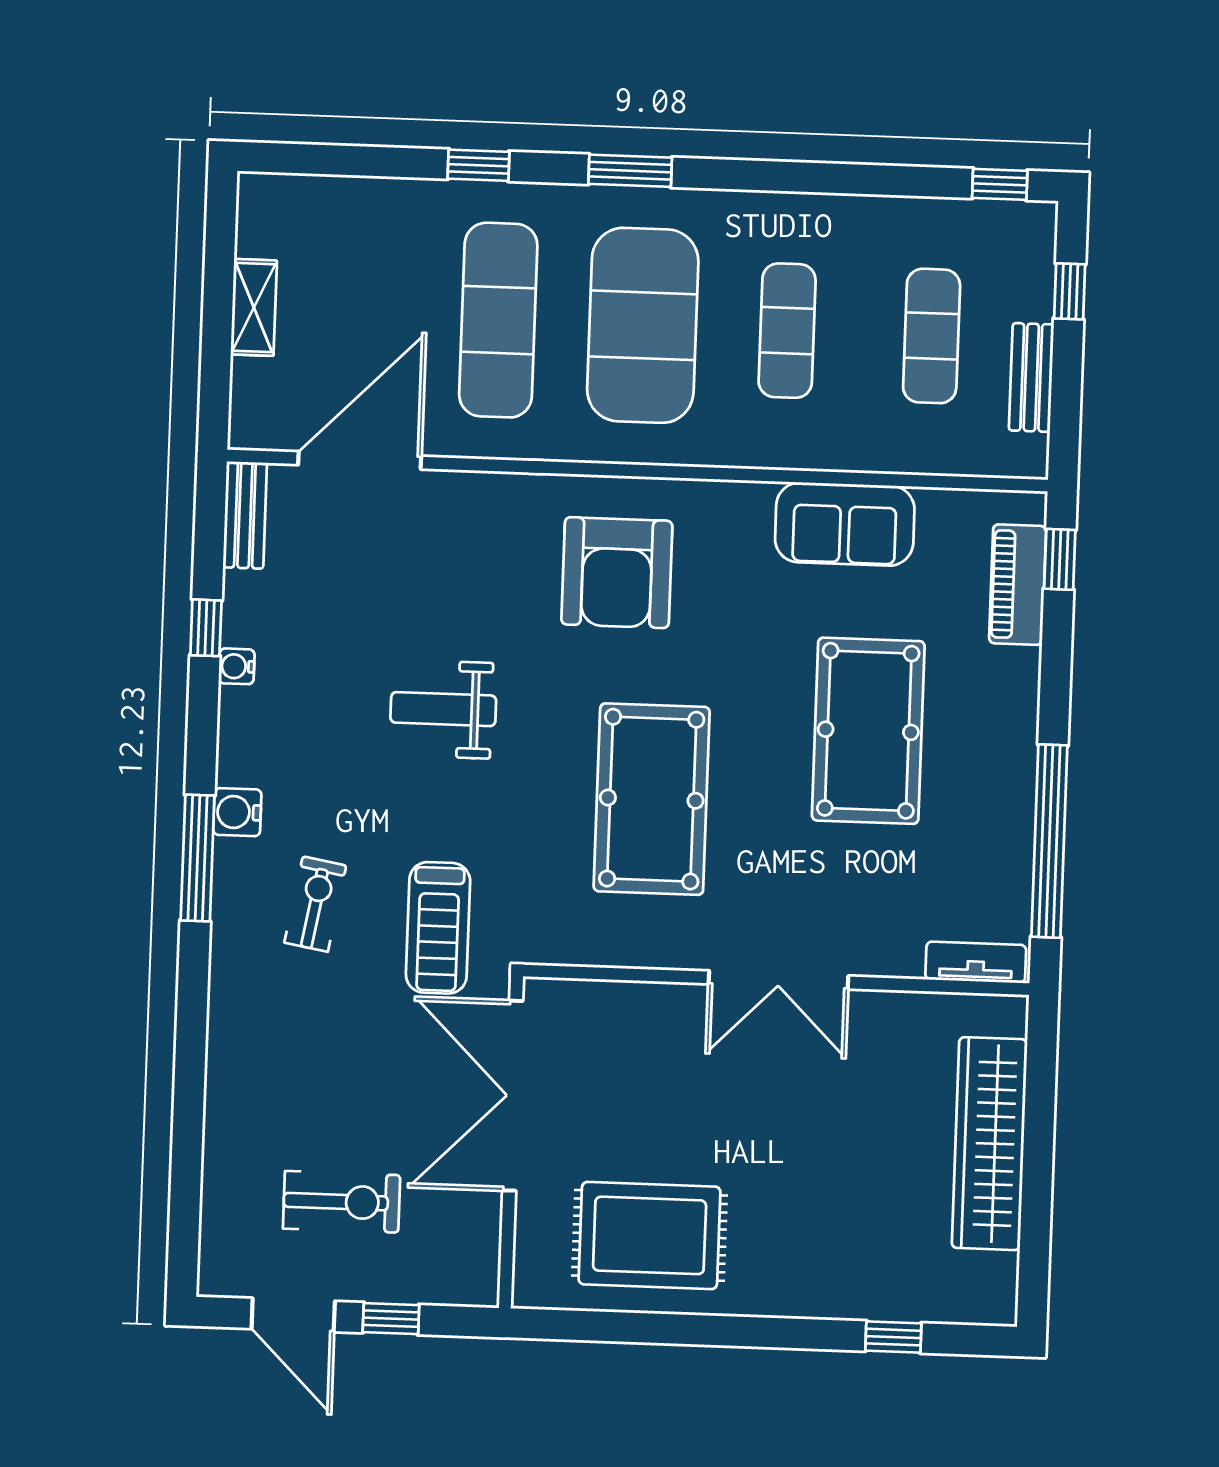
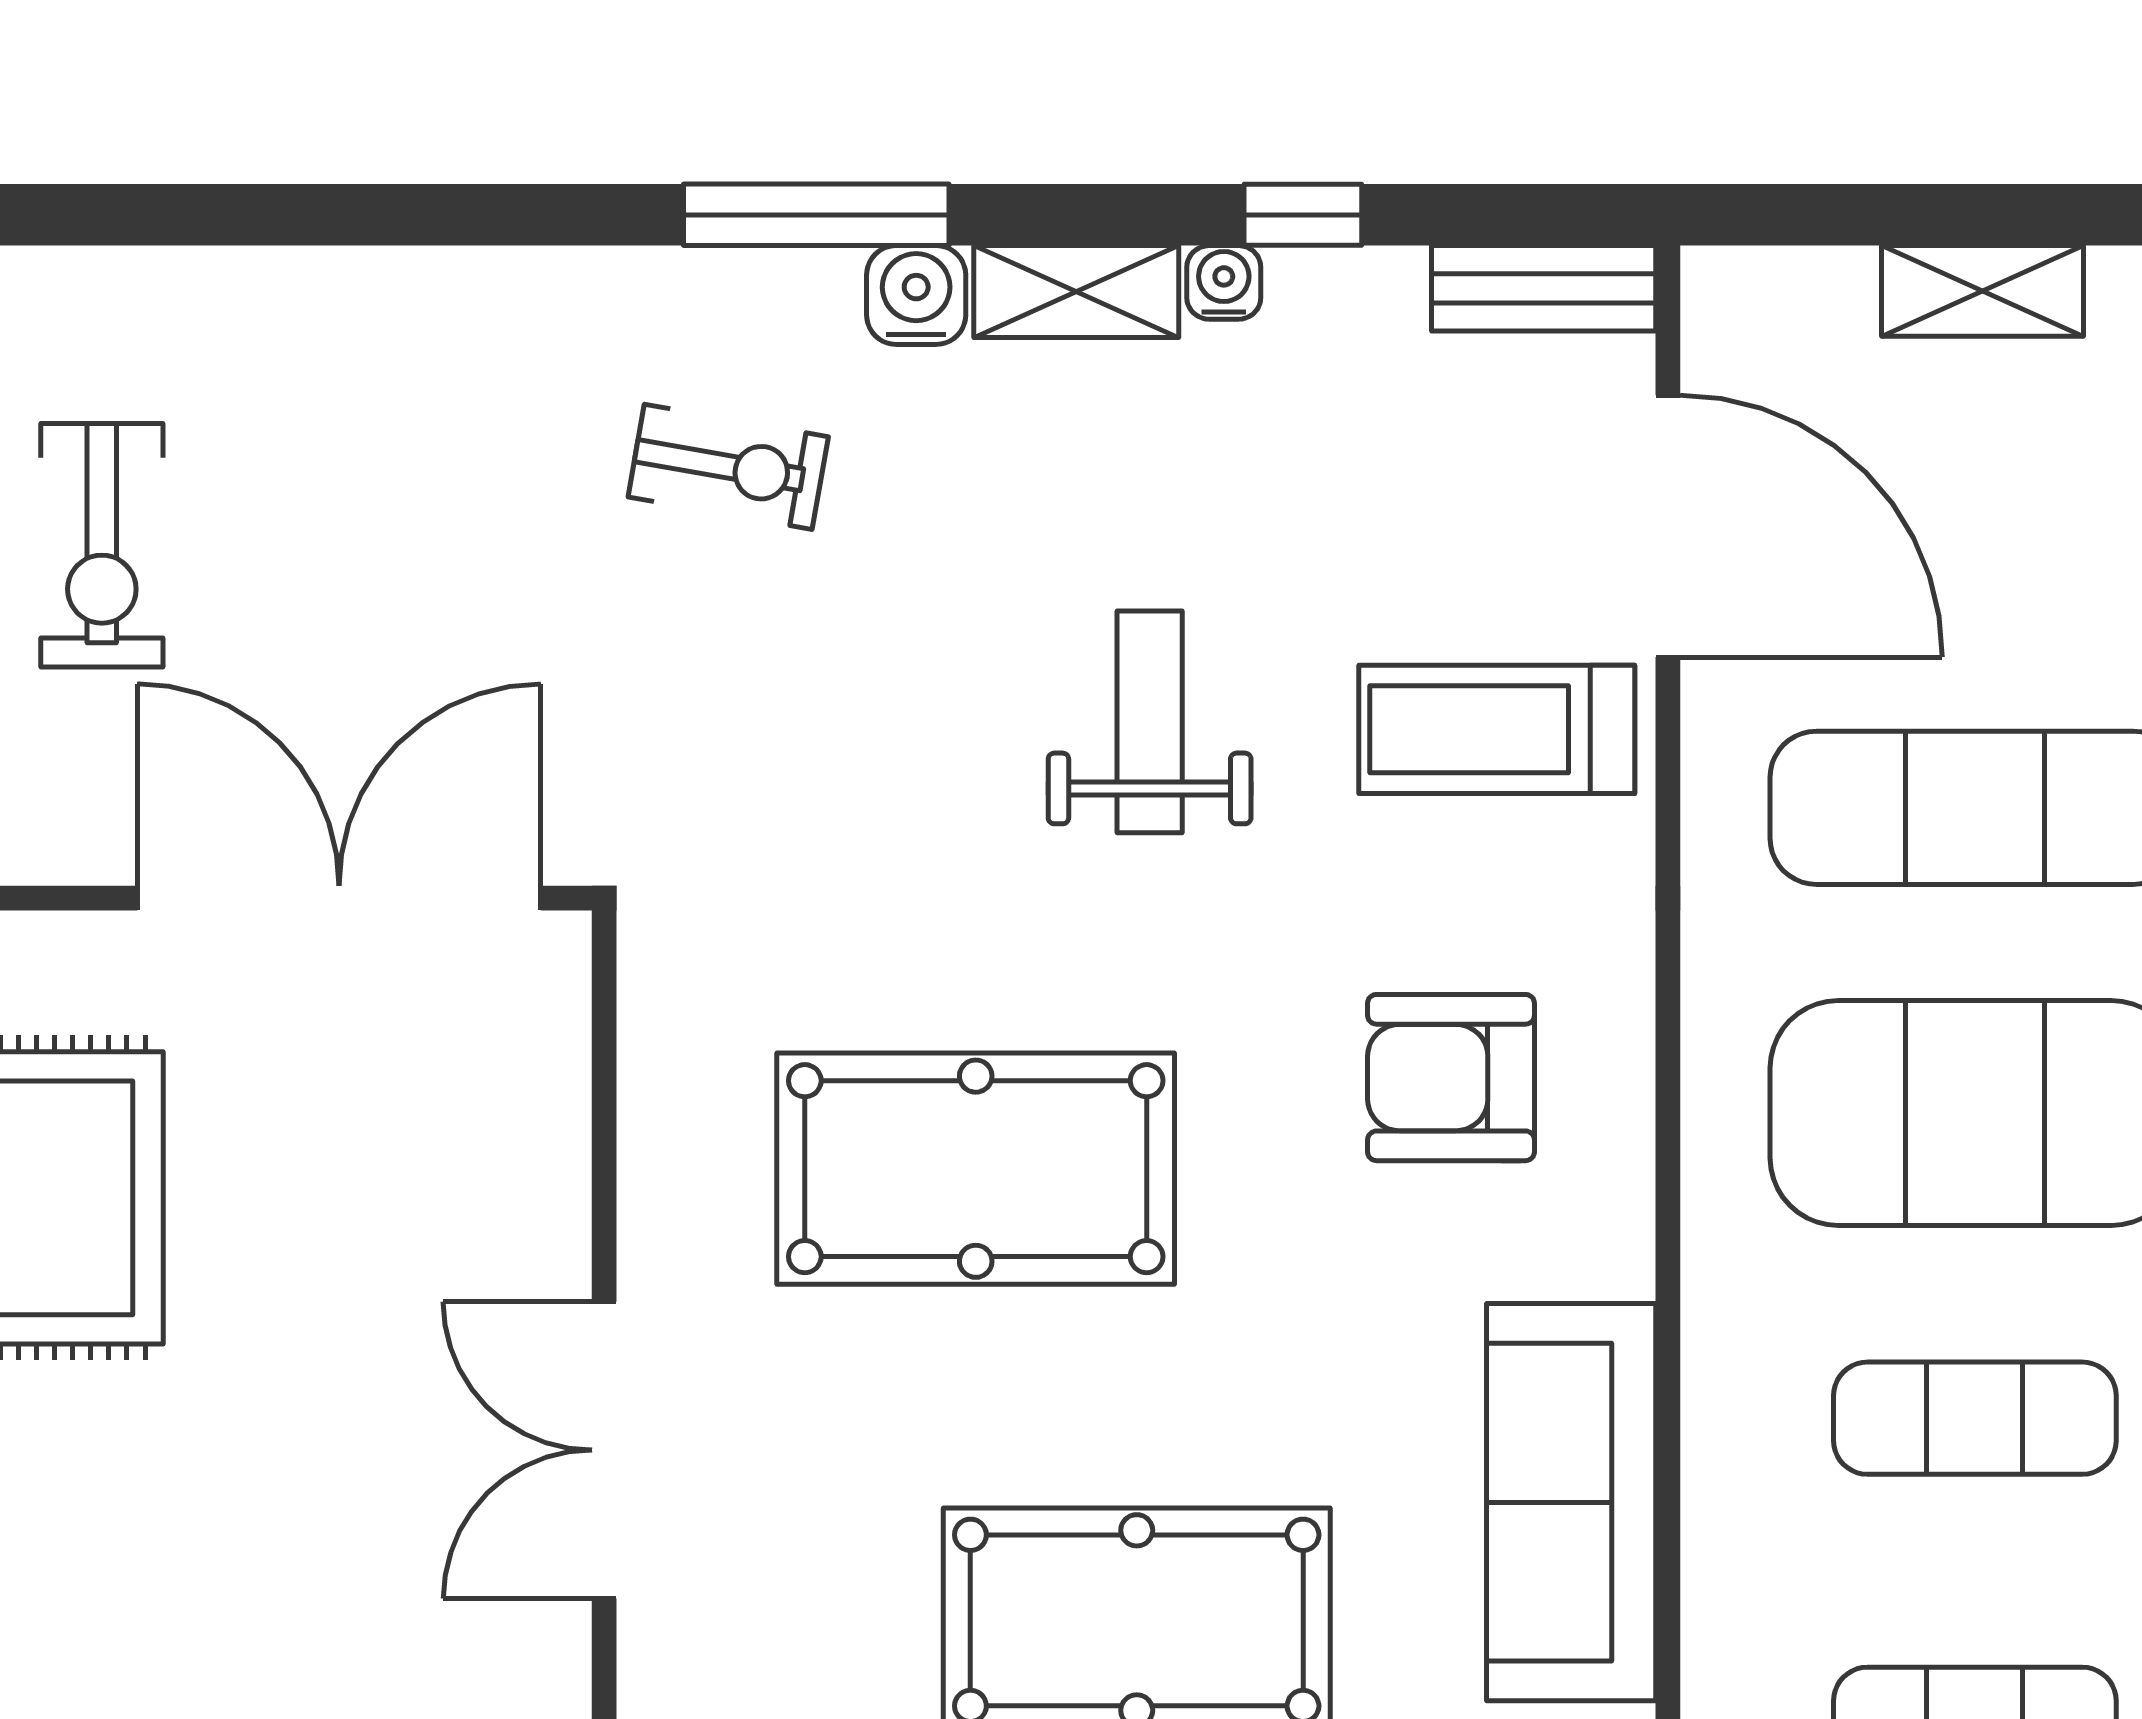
sofa: (845, 524) -> (1571, 1502), width x1.36
armchair: (617, 573) -> (1451, 1078), width x0.73, depth x0.73
shelving: (238, 736) -> (1076, 292), added
treadmill: (438, 928) -> (1497, 729), moved

